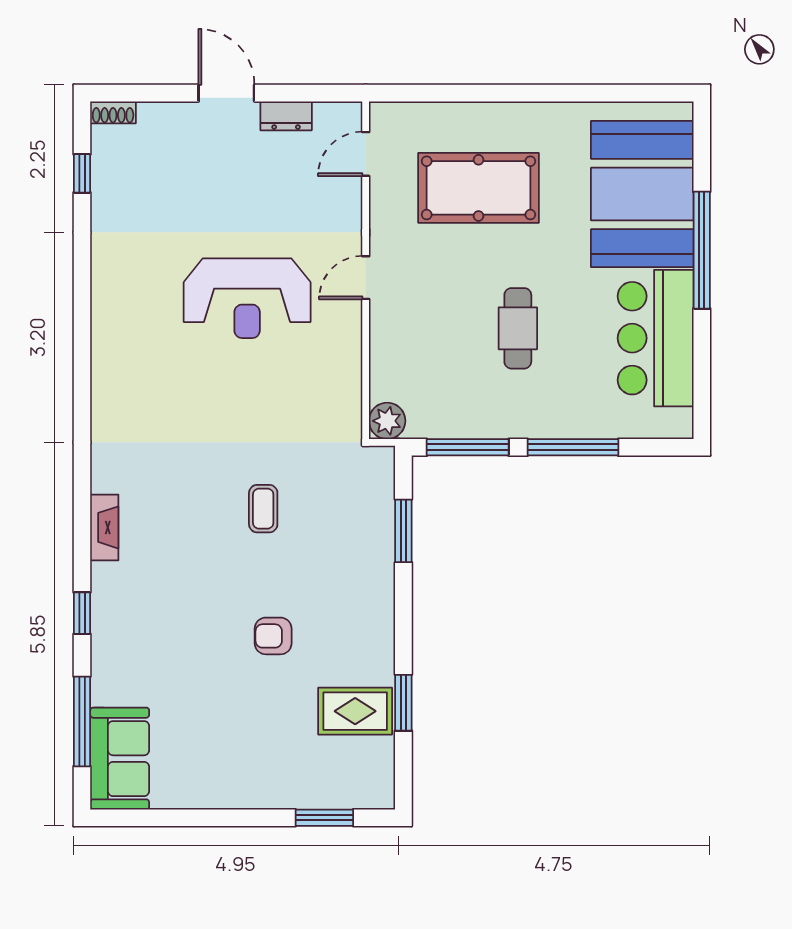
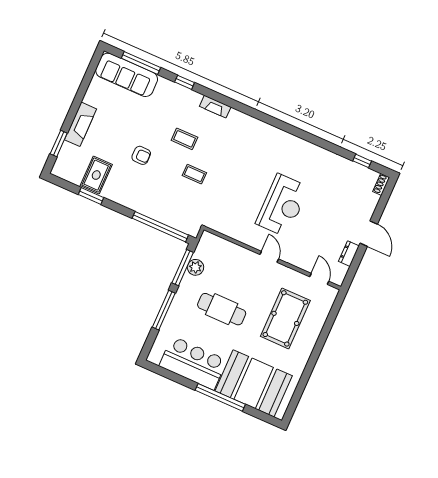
door: (226, 93) -> (369, 234), hinge flipped
reception desk: (247, 298) -> (282, 205), turned 180
cafe table: (518, 328) -> (222, 309), width x1.37, depth x1.35
plant: (387, 421) -> (196, 267), moved
window: (403, 531) -> (160, 227), width x2.11
coffee table: (199, 562) -> (184, 139), added
armchair: (273, 636) -> (141, 155), turned 90
sofa: (120, 759) -> (127, 75), width x1.36
fireplace: (265, 790) -> (81, 124), added

